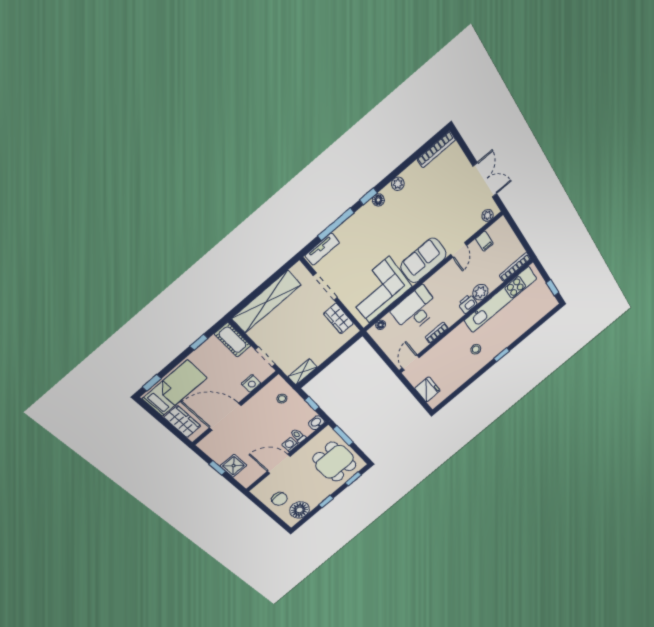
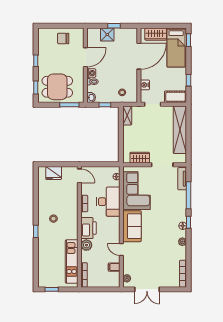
kitchen unit: (500, 300) -> (72, 261), width x0.73
printer: (467, 304) -> (88, 228), width x1.87, depth x1.48
floor lamp: (300, 510) -> (45, 42), removed

